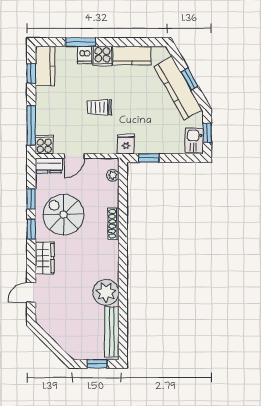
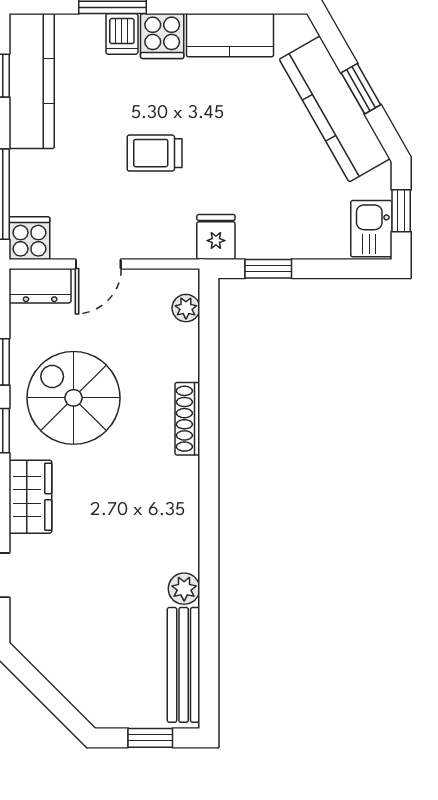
kitchen counter: (45, 66) -> (32, 81), width x1.50
plant: (106, 292) -> (184, 589), width x0.53, depth x0.53

